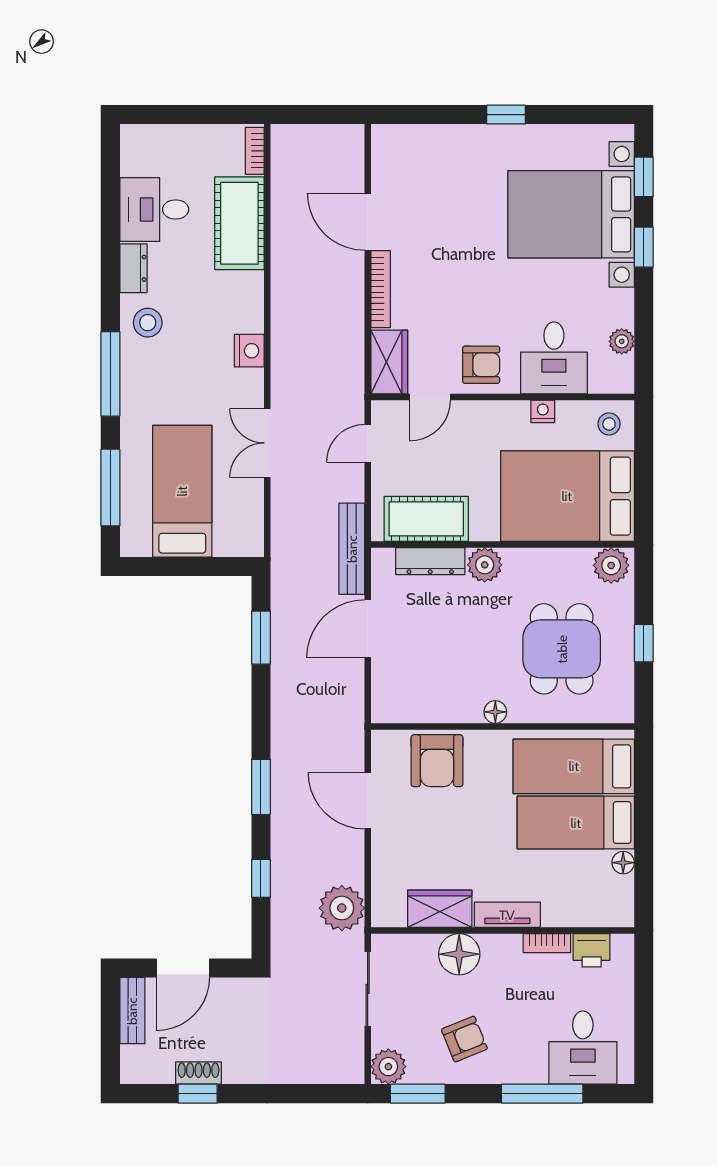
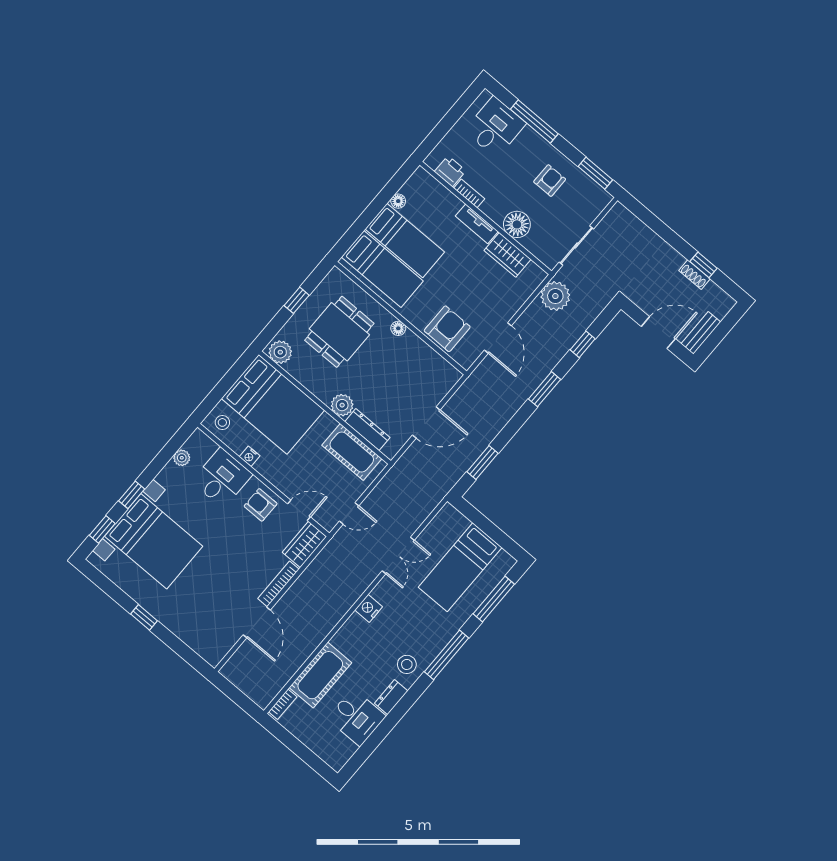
bench: (352, 549) -> (401, 468), removed
armchair: (464, 1039) -> (550, 181), turned 112
plant: (388, 1067) -> (599, 199), removed

